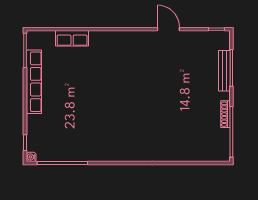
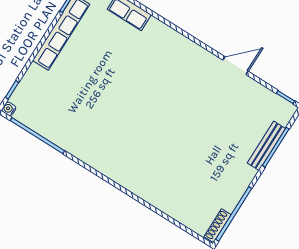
door: (168, 29) -> (236, 66), hinge flipped
shoe rack: (225, 114) -> (218, 226), moved

